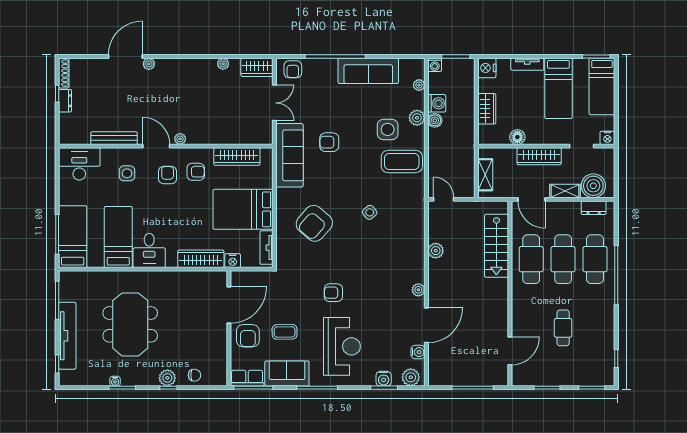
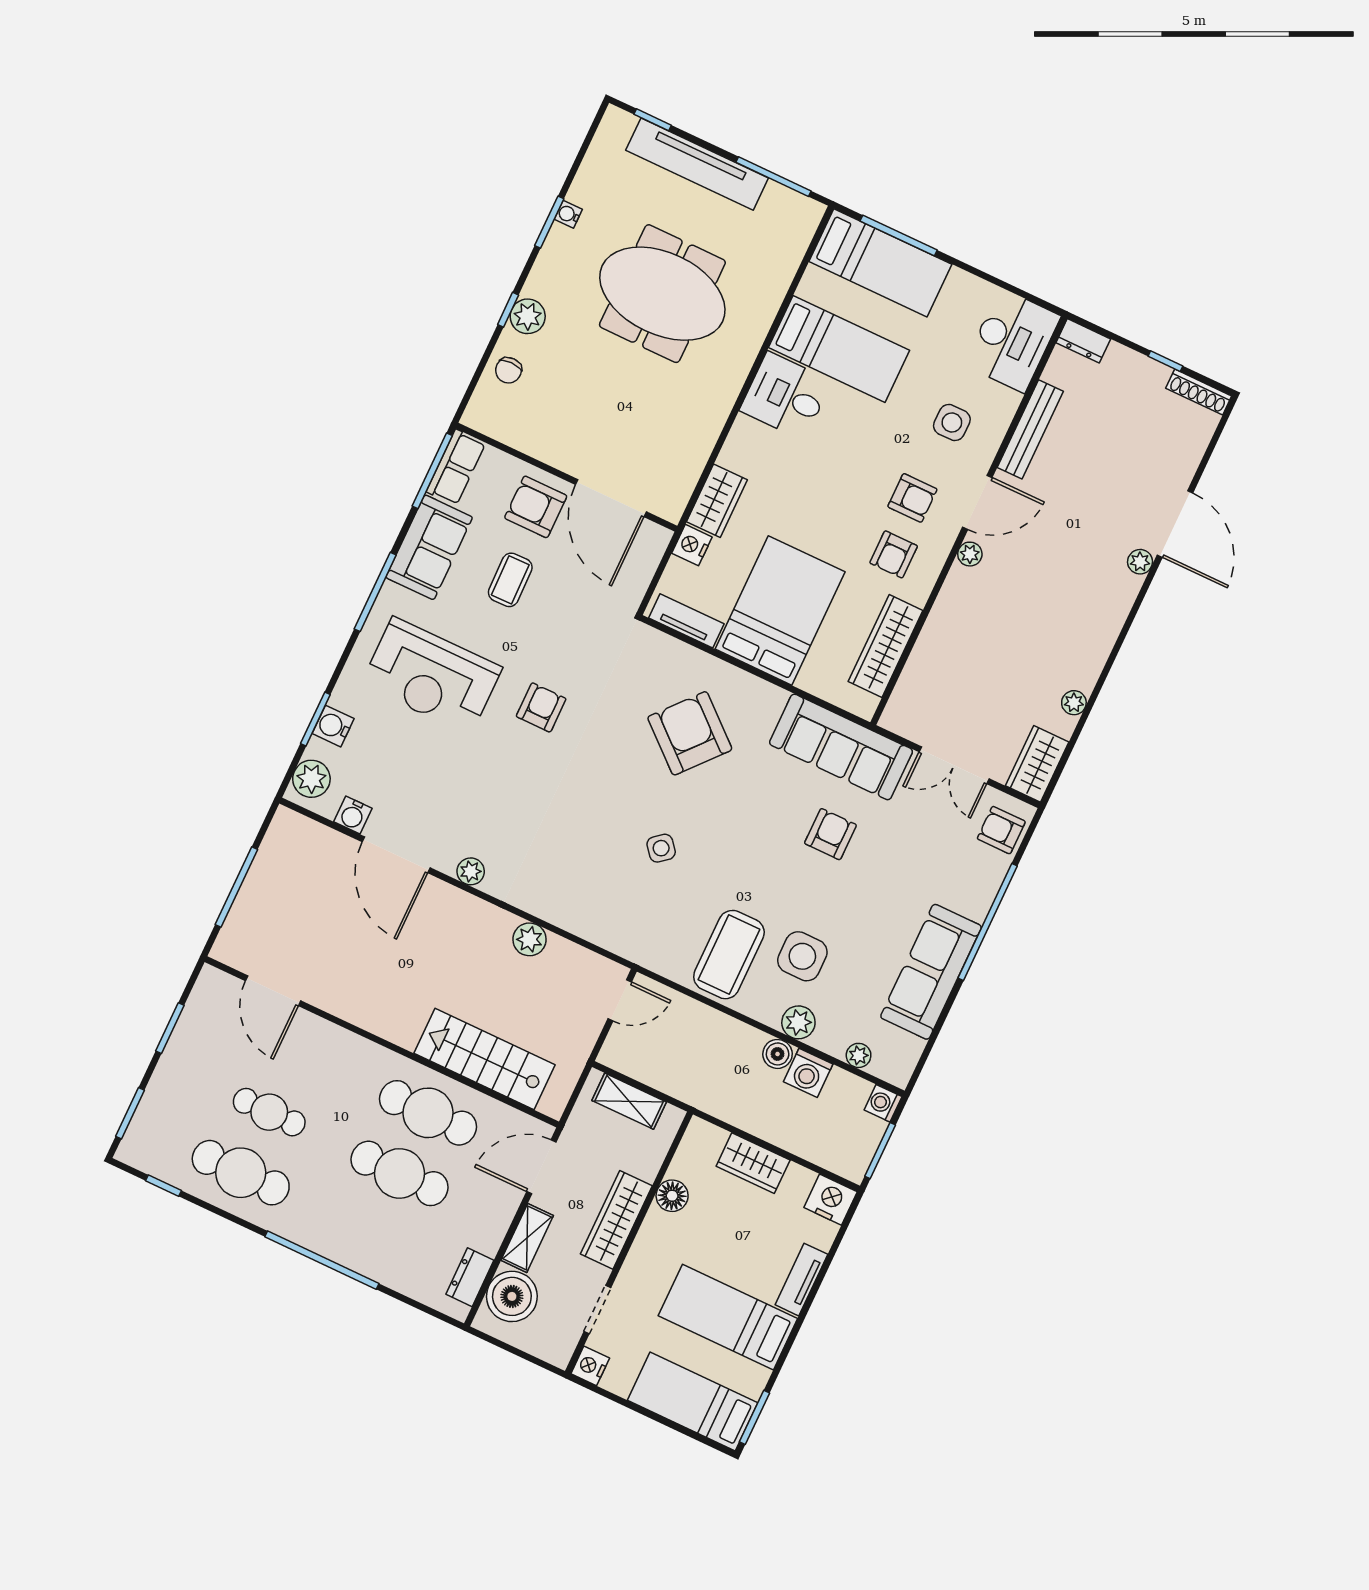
dresser: (65, 101) -> (1083, 341), moved
wardrobe: (201, 259) -> (717, 501), width x0.67
cafe table: (595, 259) -> (241, 1173), moved

